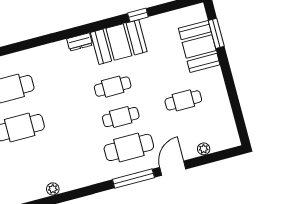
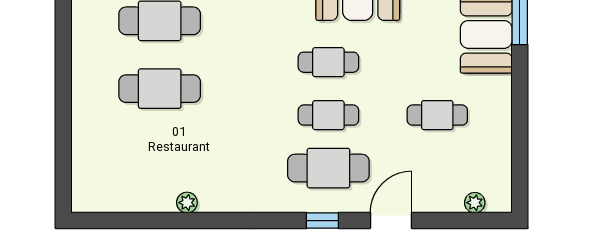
plant: (204, 149) -> (475, 203), moved
window: (133, 179) -> (322, 221), width x0.46

